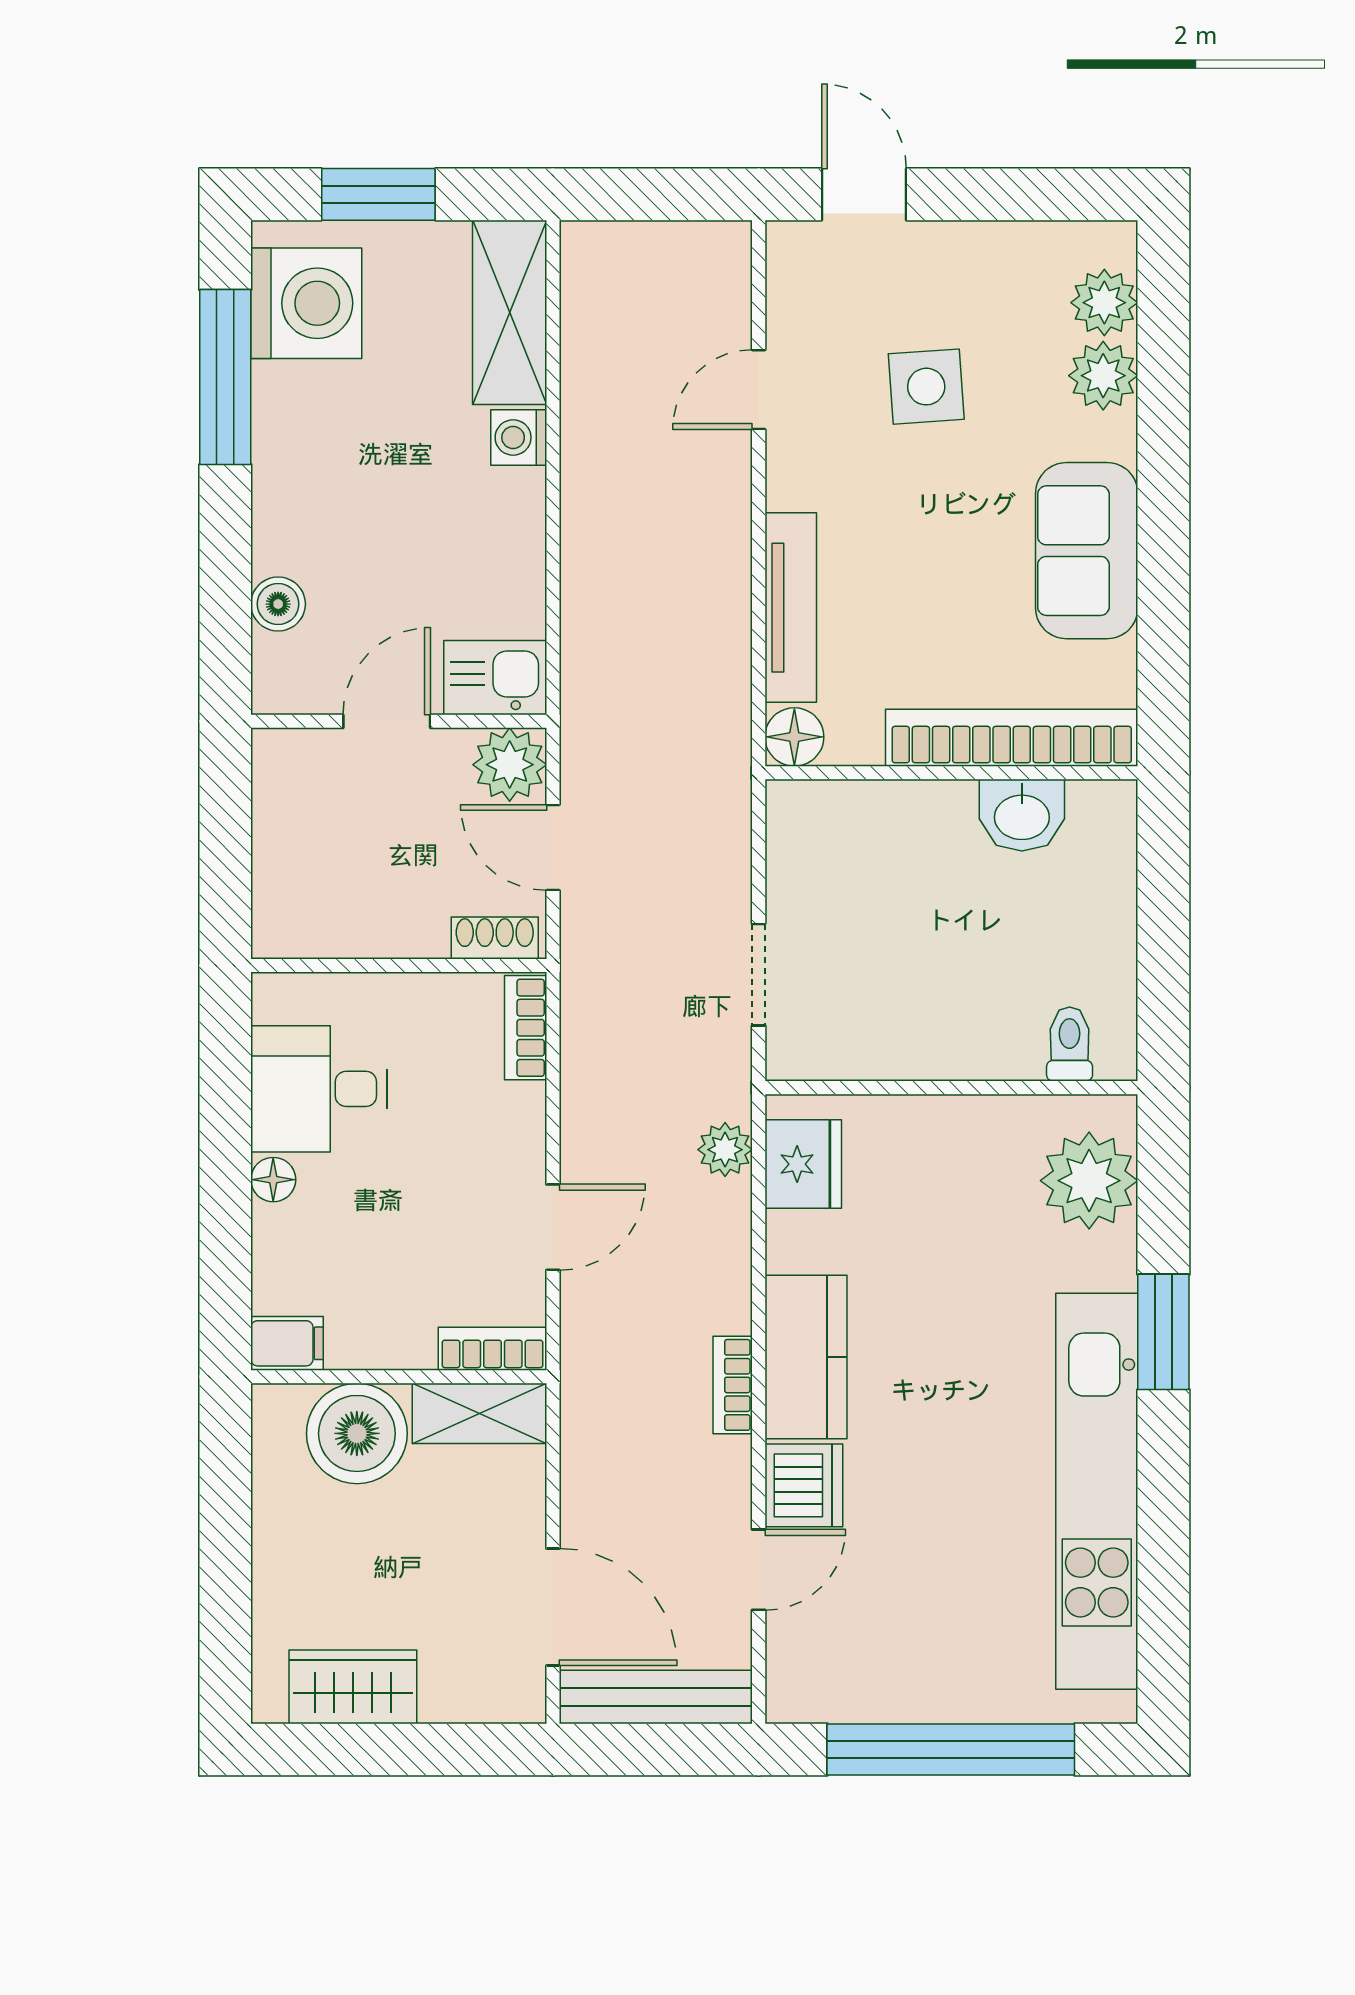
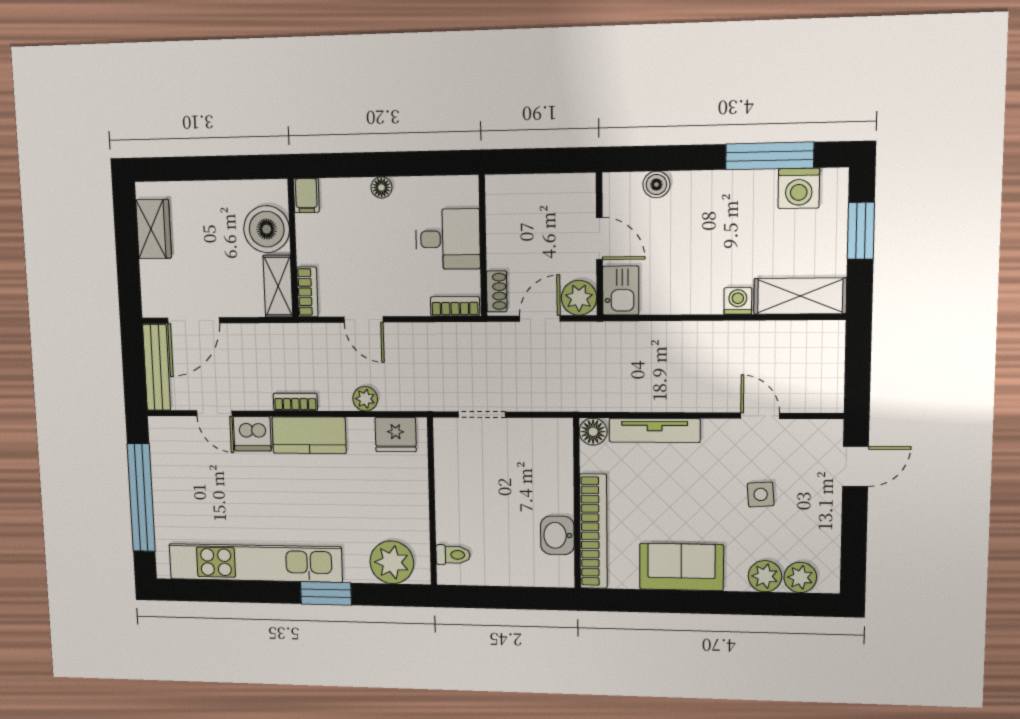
washing machine: (306, 303) -> (799, 188), width x0.73, depth x0.73
side table: (926, 387) -> (761, 494), width x0.73, depth x0.73
desk: (319, 1089) -> (448, 239), moved, turned 90
plant: (725, 1150) -> (365, 399), moved

